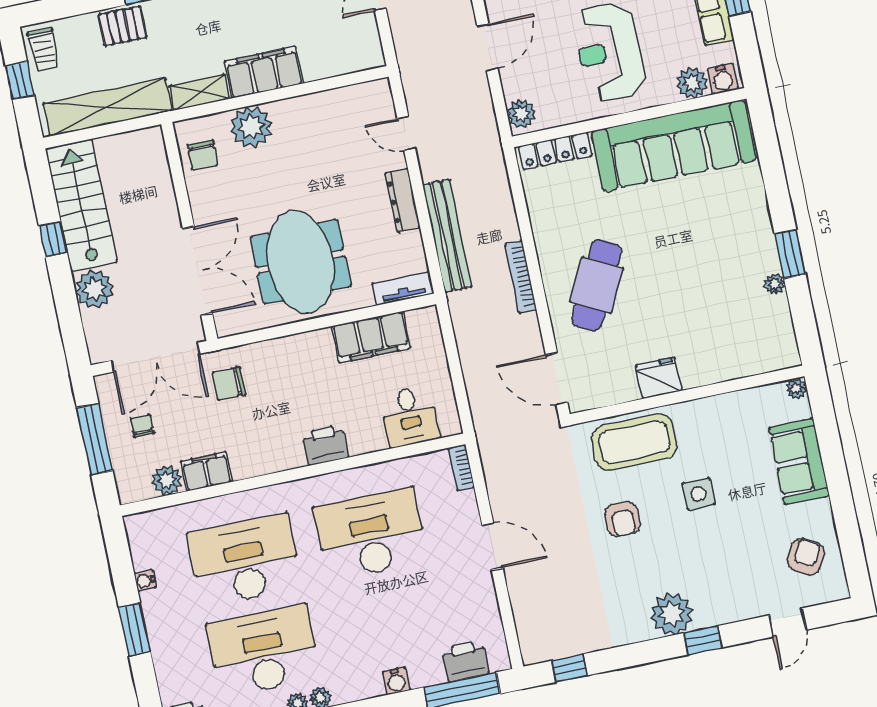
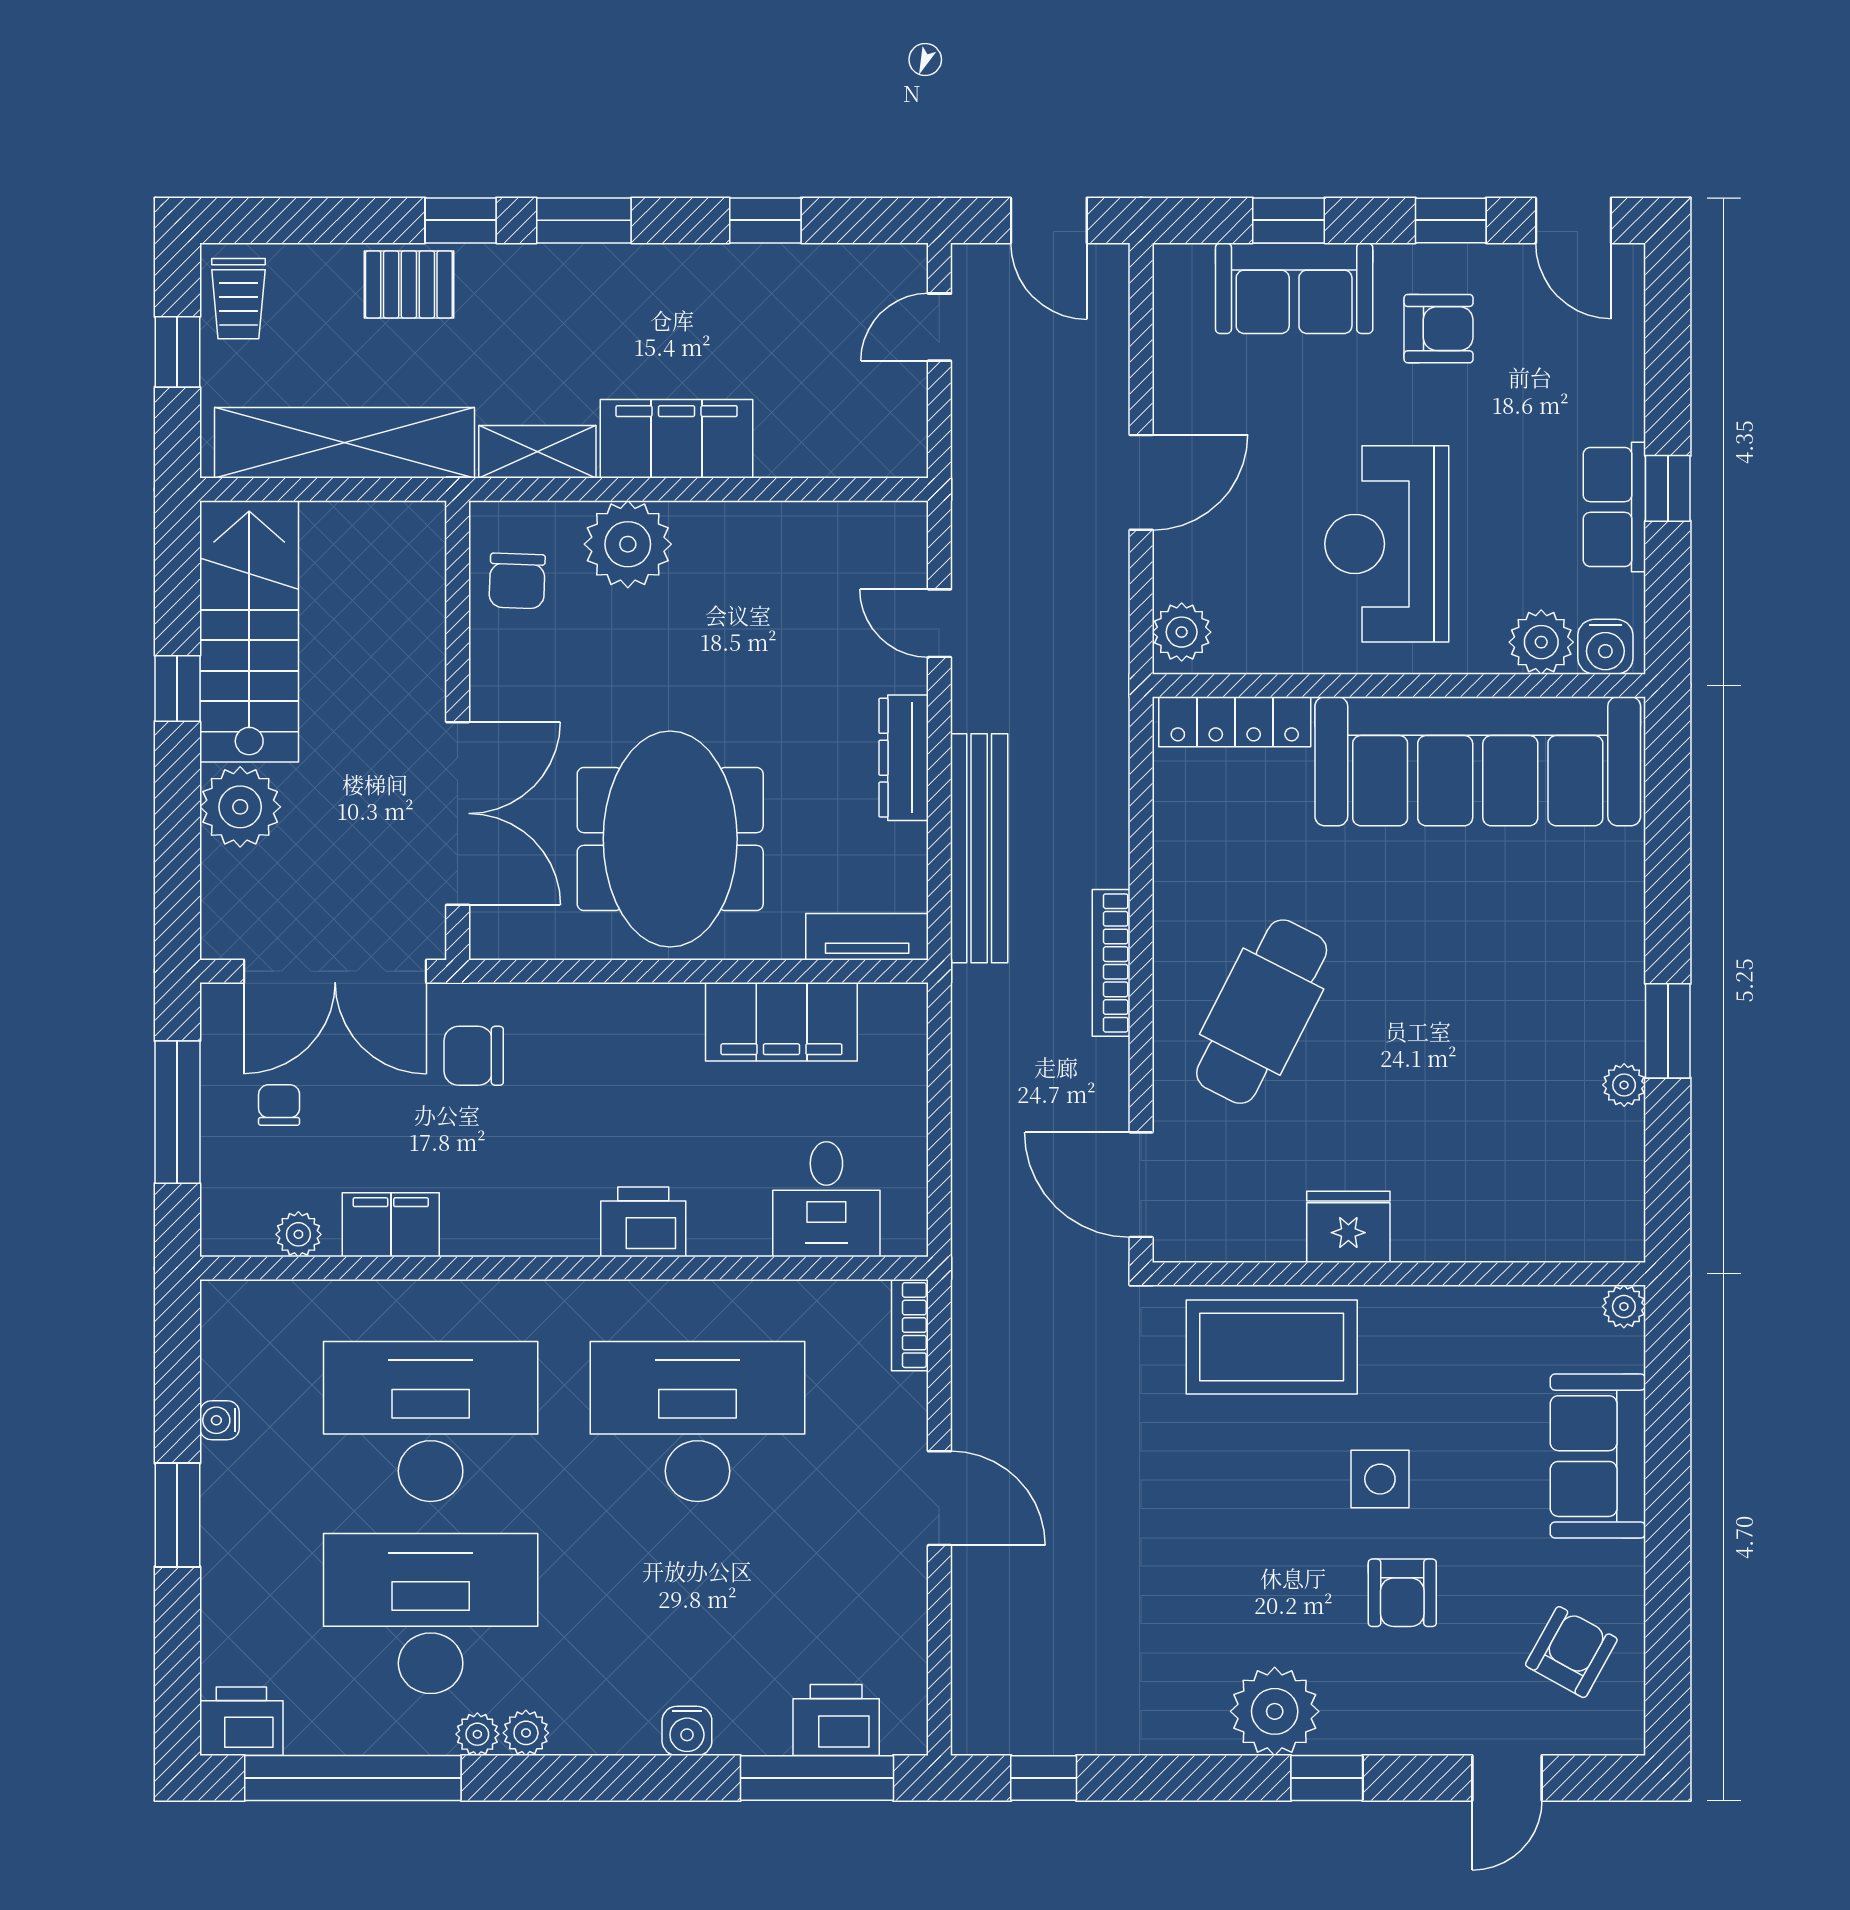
plant: (167, 480) -> (298, 1234), width x0.73, depth x0.73
armchair: (623, 519) -> (1402, 1593), moved

